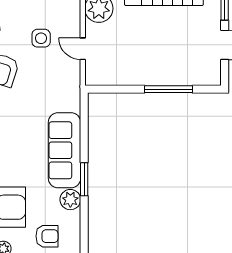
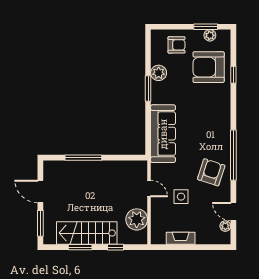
sofa: (65, 150) -> (163, 134), moved
armchair: (47, 236) -> (176, 45), turned 180

